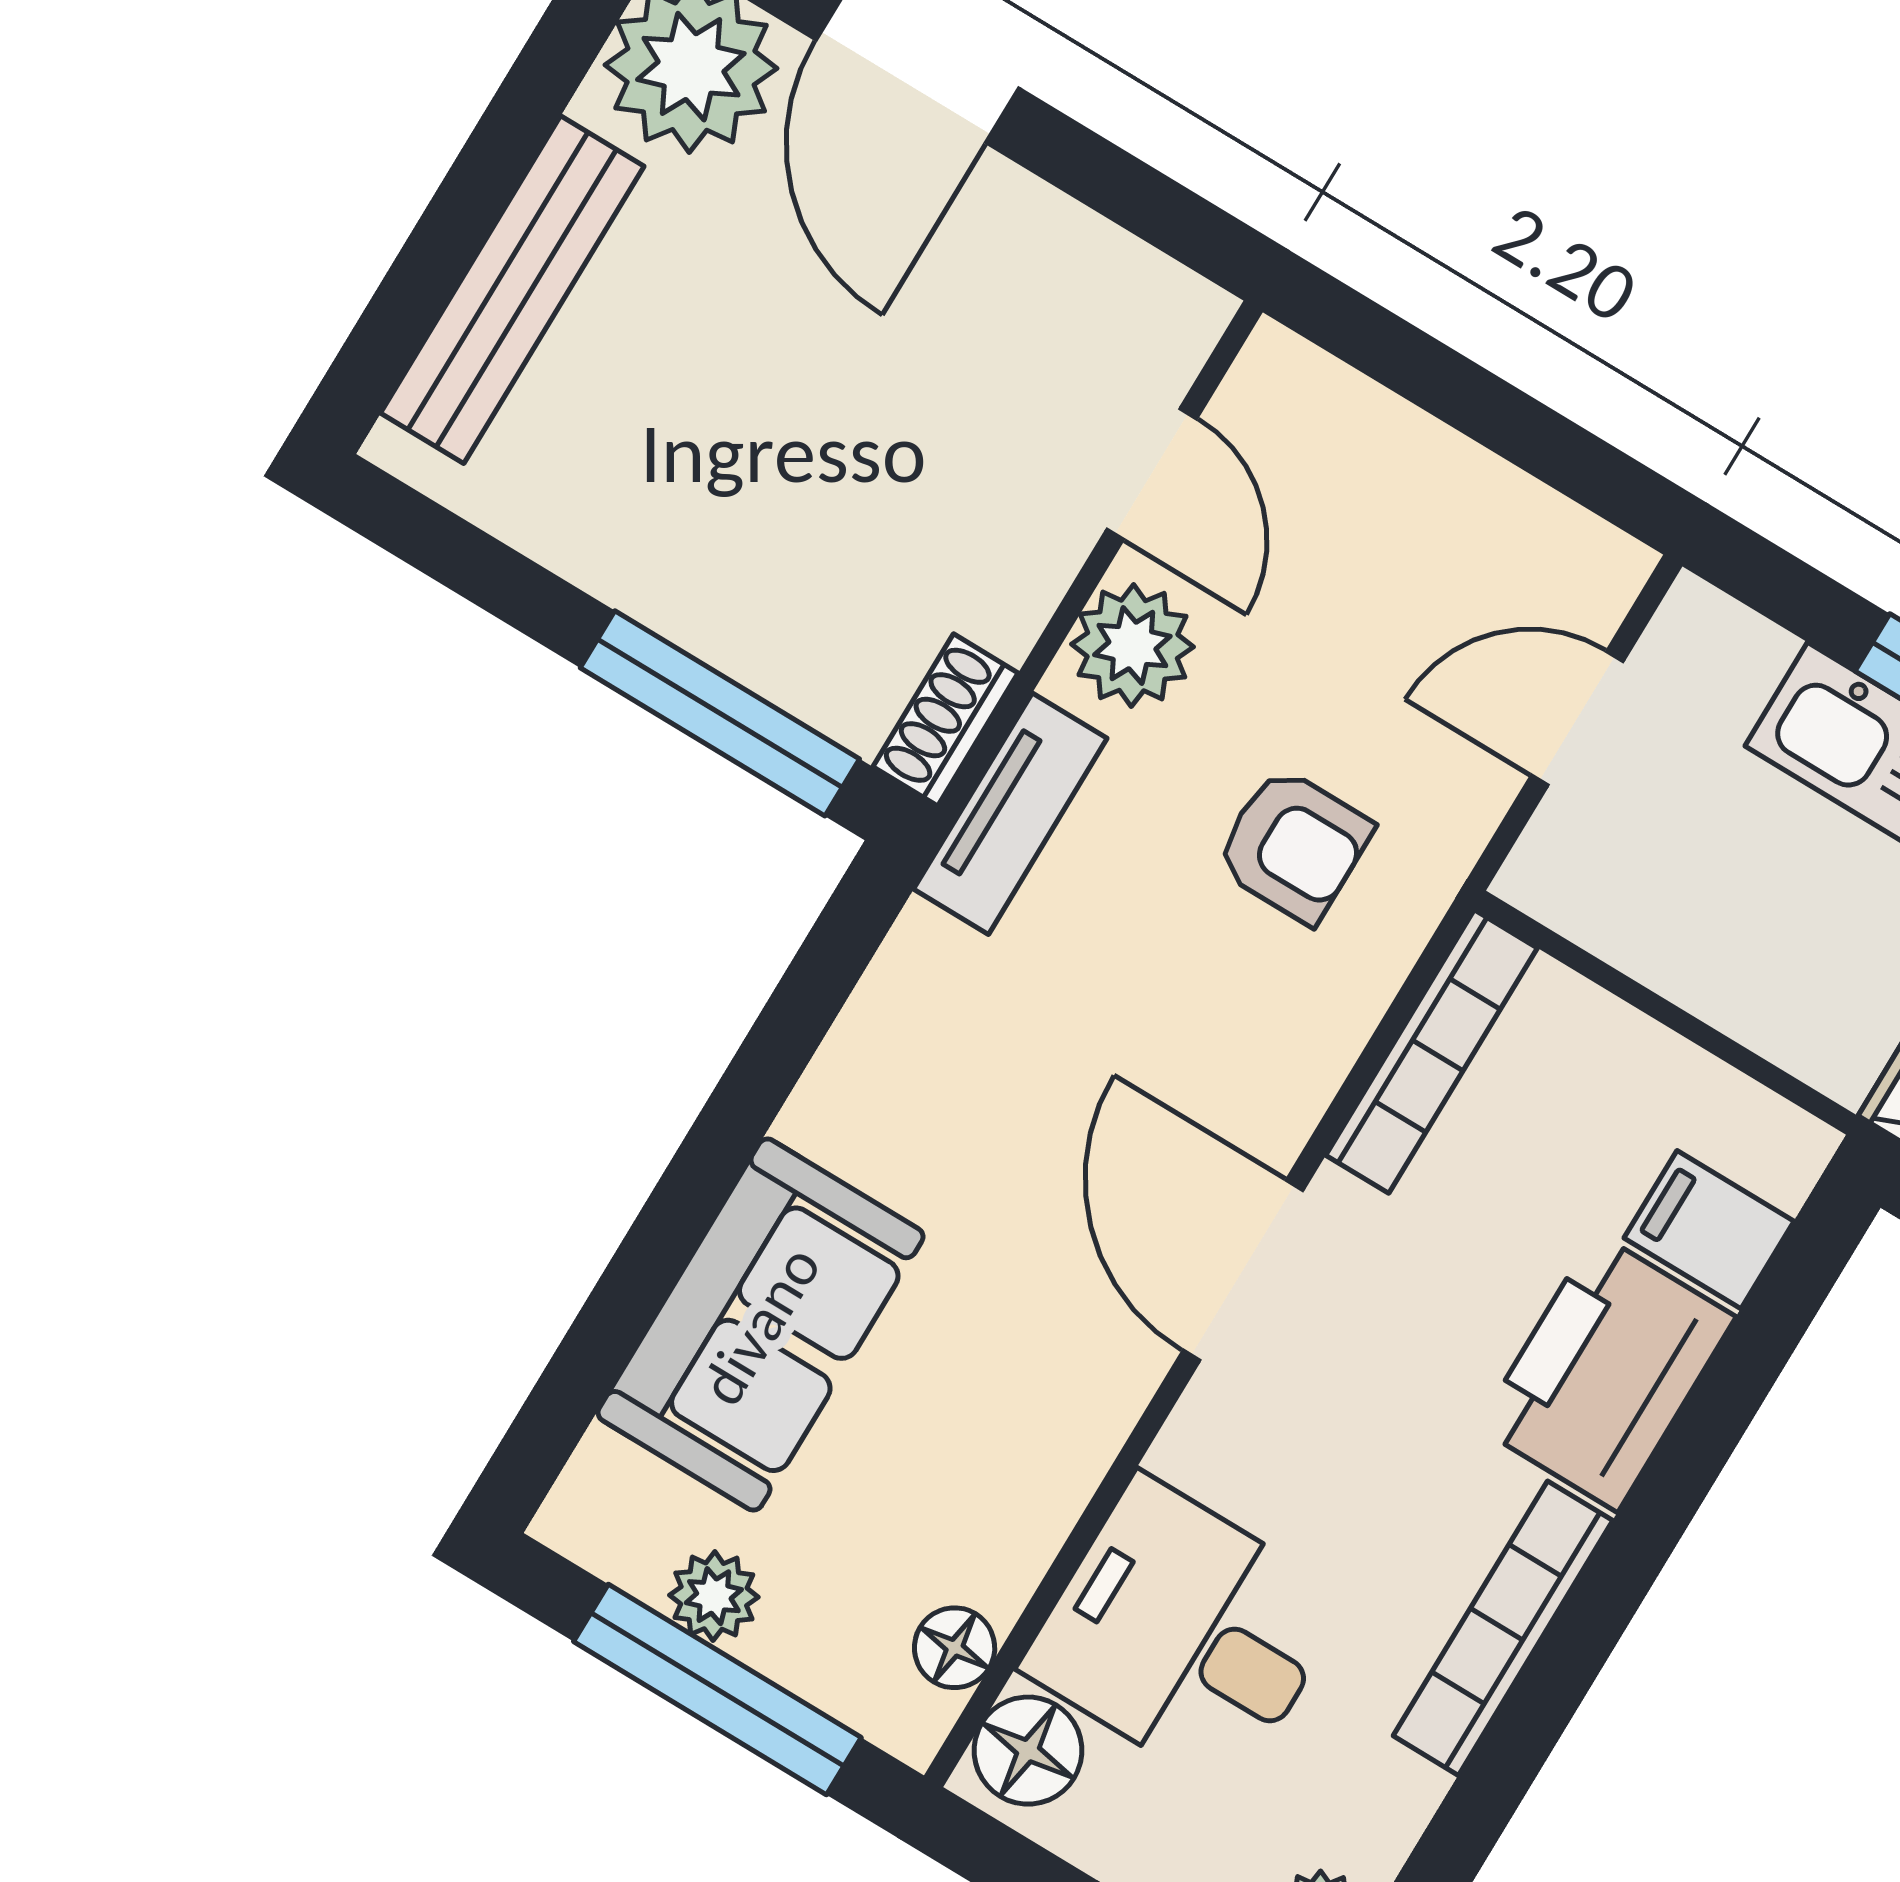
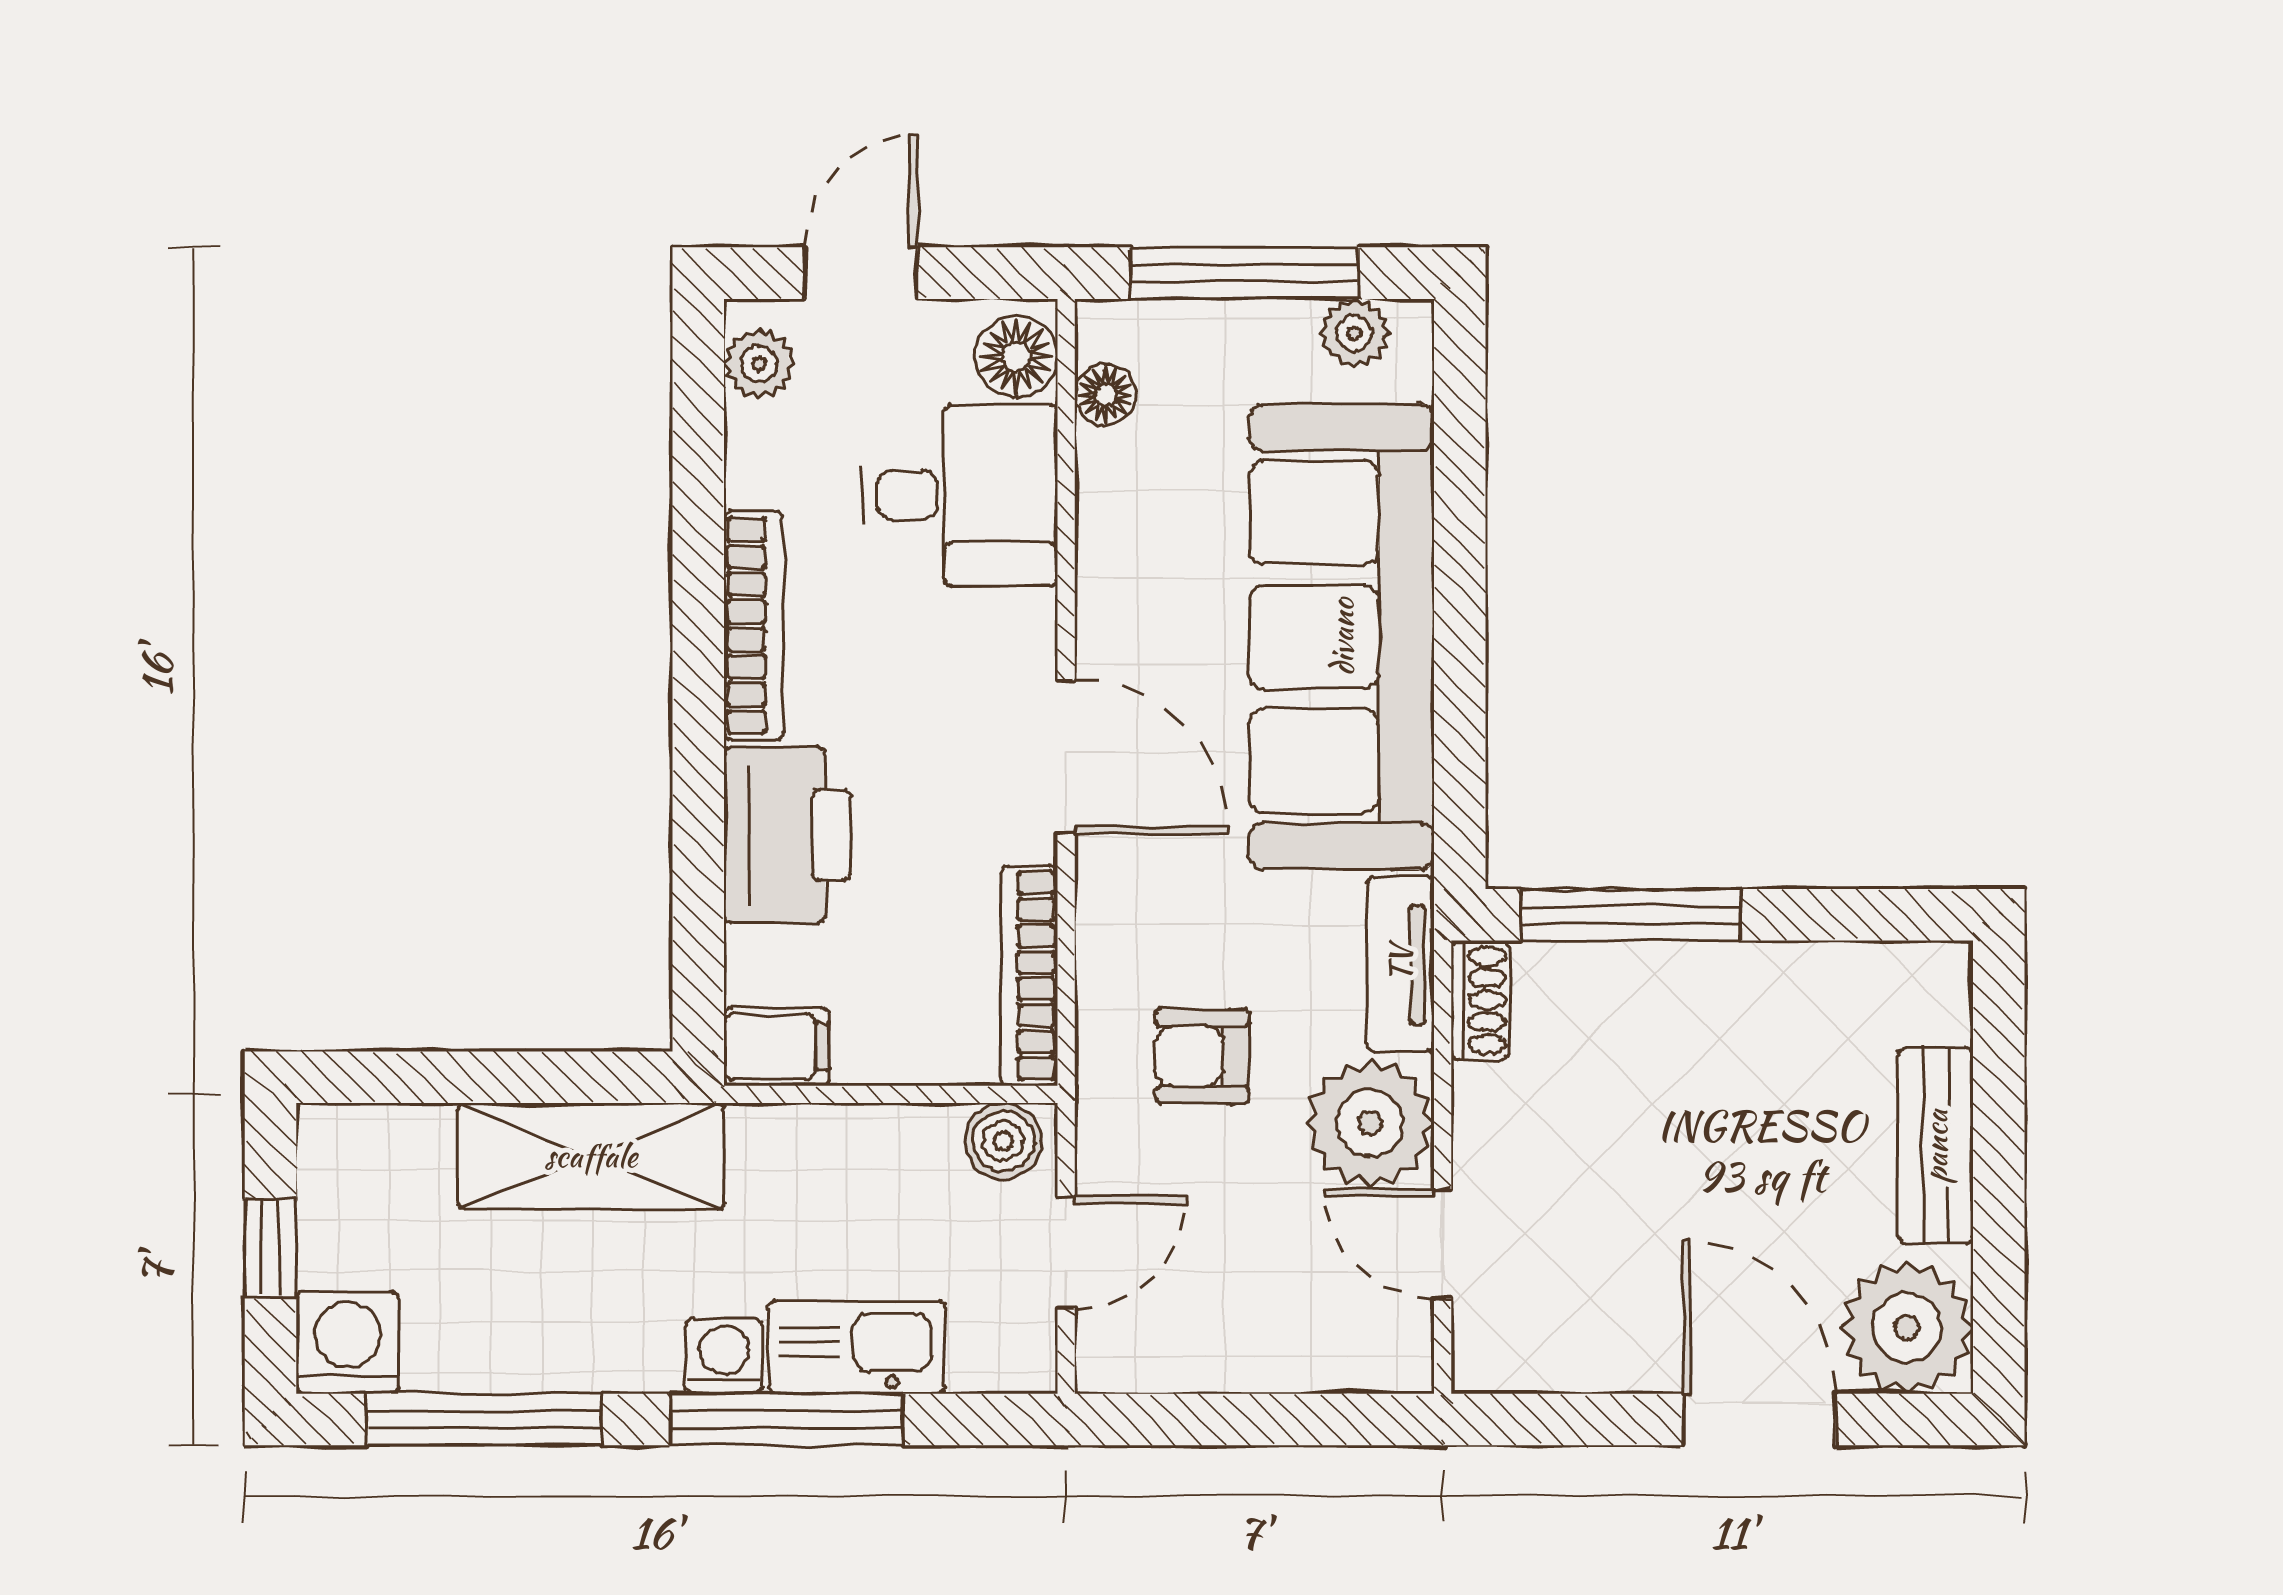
bench: (512, 290) -> (1936, 1146), width x0.73
plant: (1132, 645) -> (1370, 1123), width x1.36, depth x1.36
boiler: (1573, 885) -> (1003, 1141), added
filing cabinet: (1709, 1230) -> (776, 1046), moved
sofa: (760, 1325) -> (1342, 637), width x1.85, depth x1.27
plant: (714, 1596) -> (1354, 333), moved

